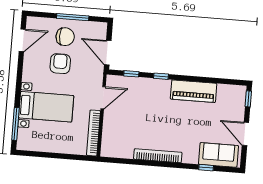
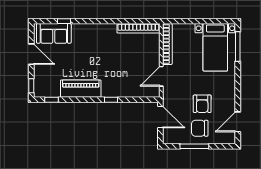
window: (131, 74) -> (51, 100), moved
bed with nightstands: (46, 107) -> (215, 47), moved, turned -90
bookcase: (158, 156) -> (138, 28), moved

